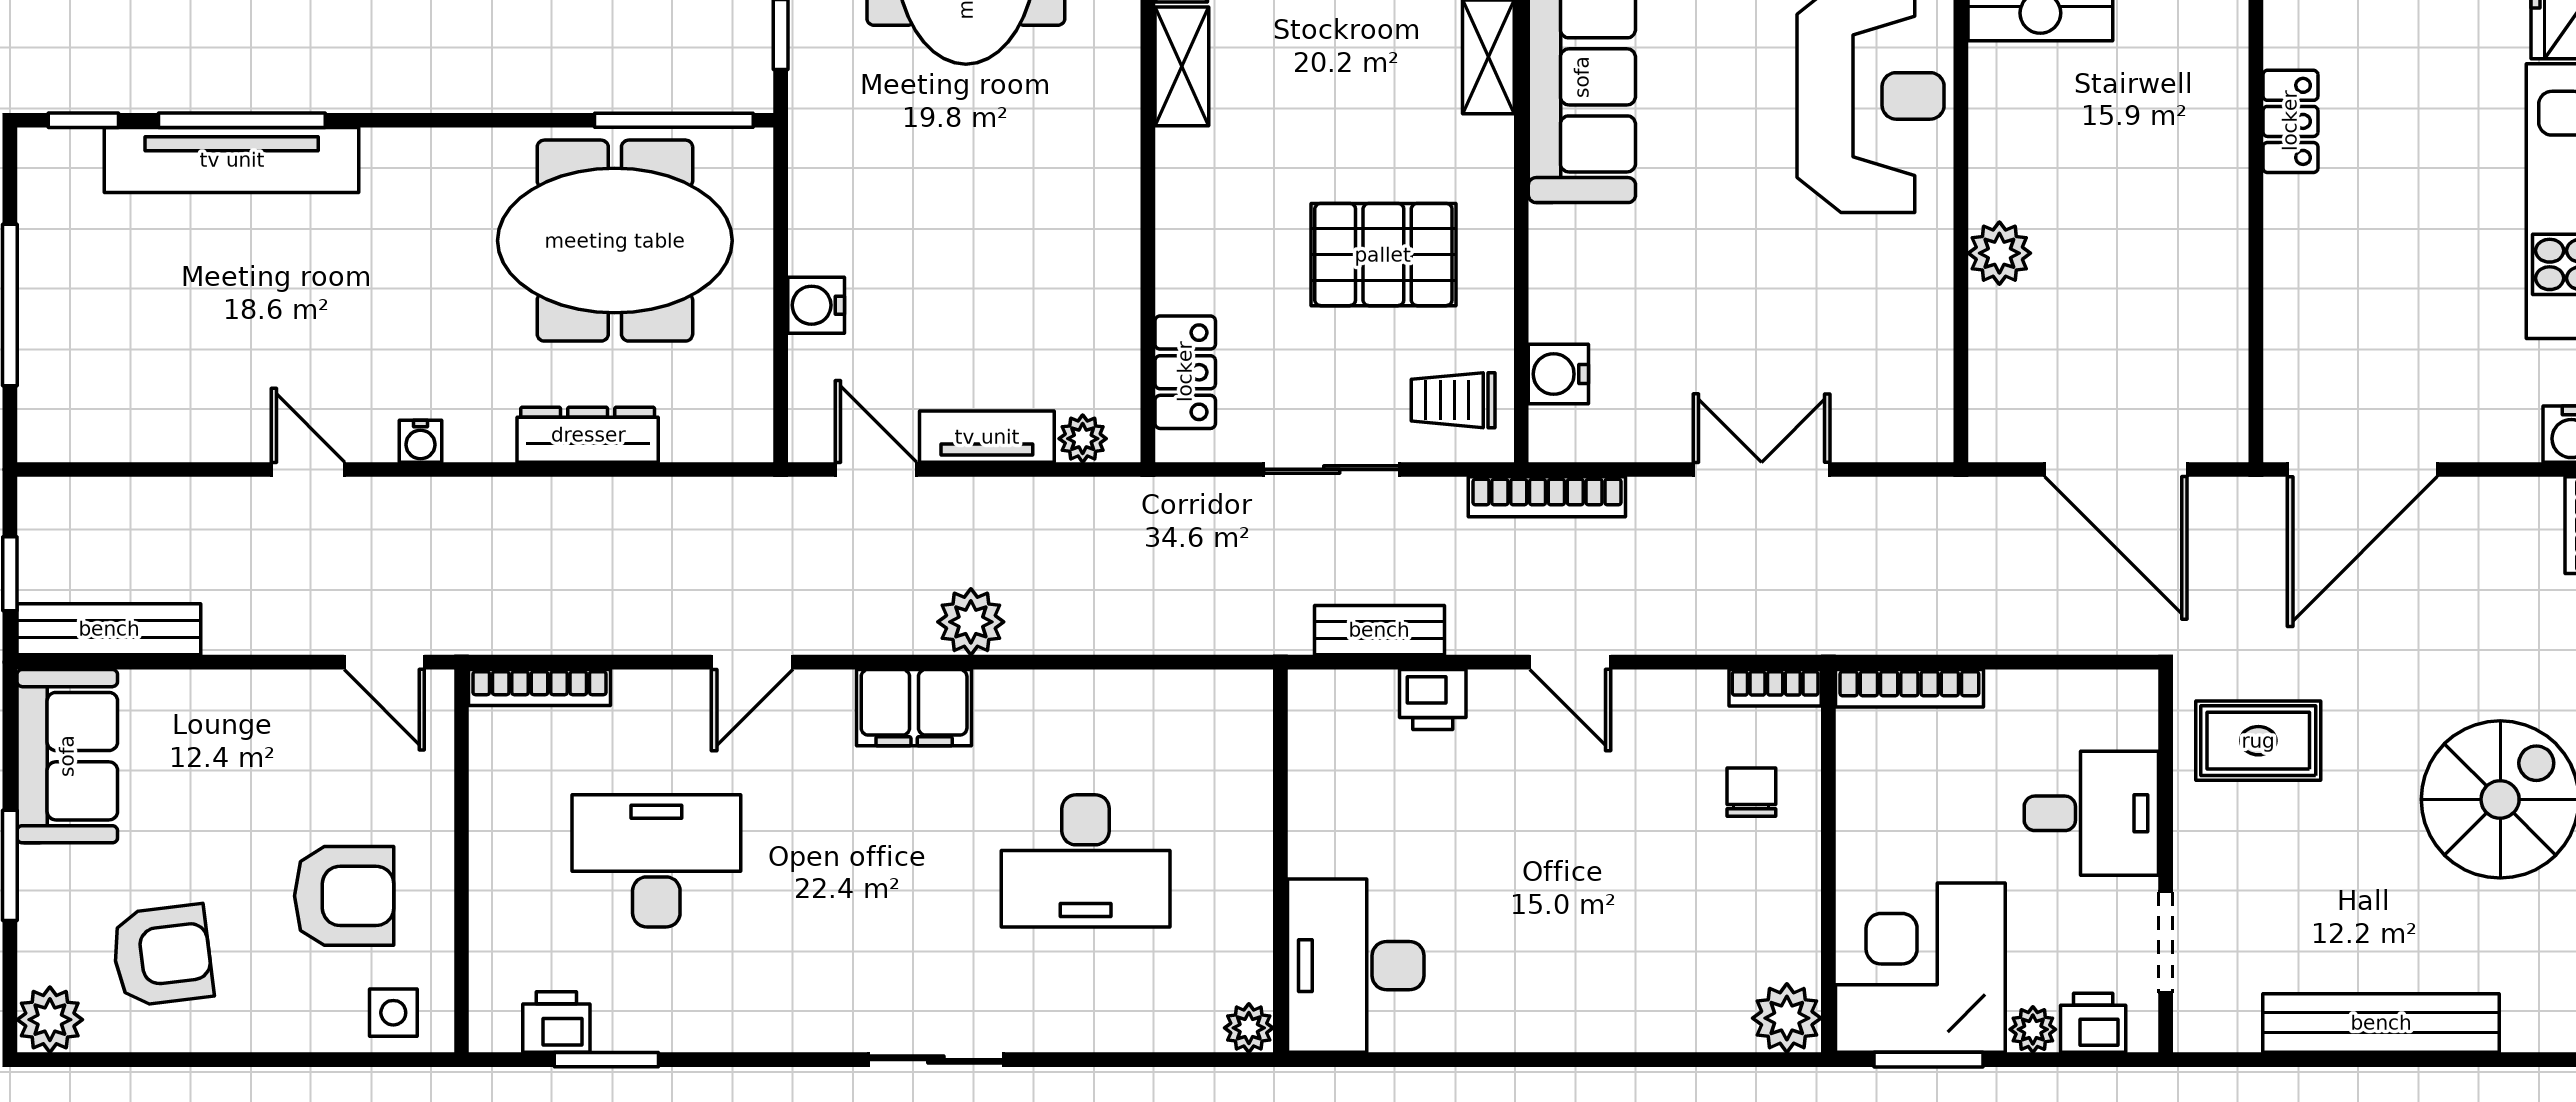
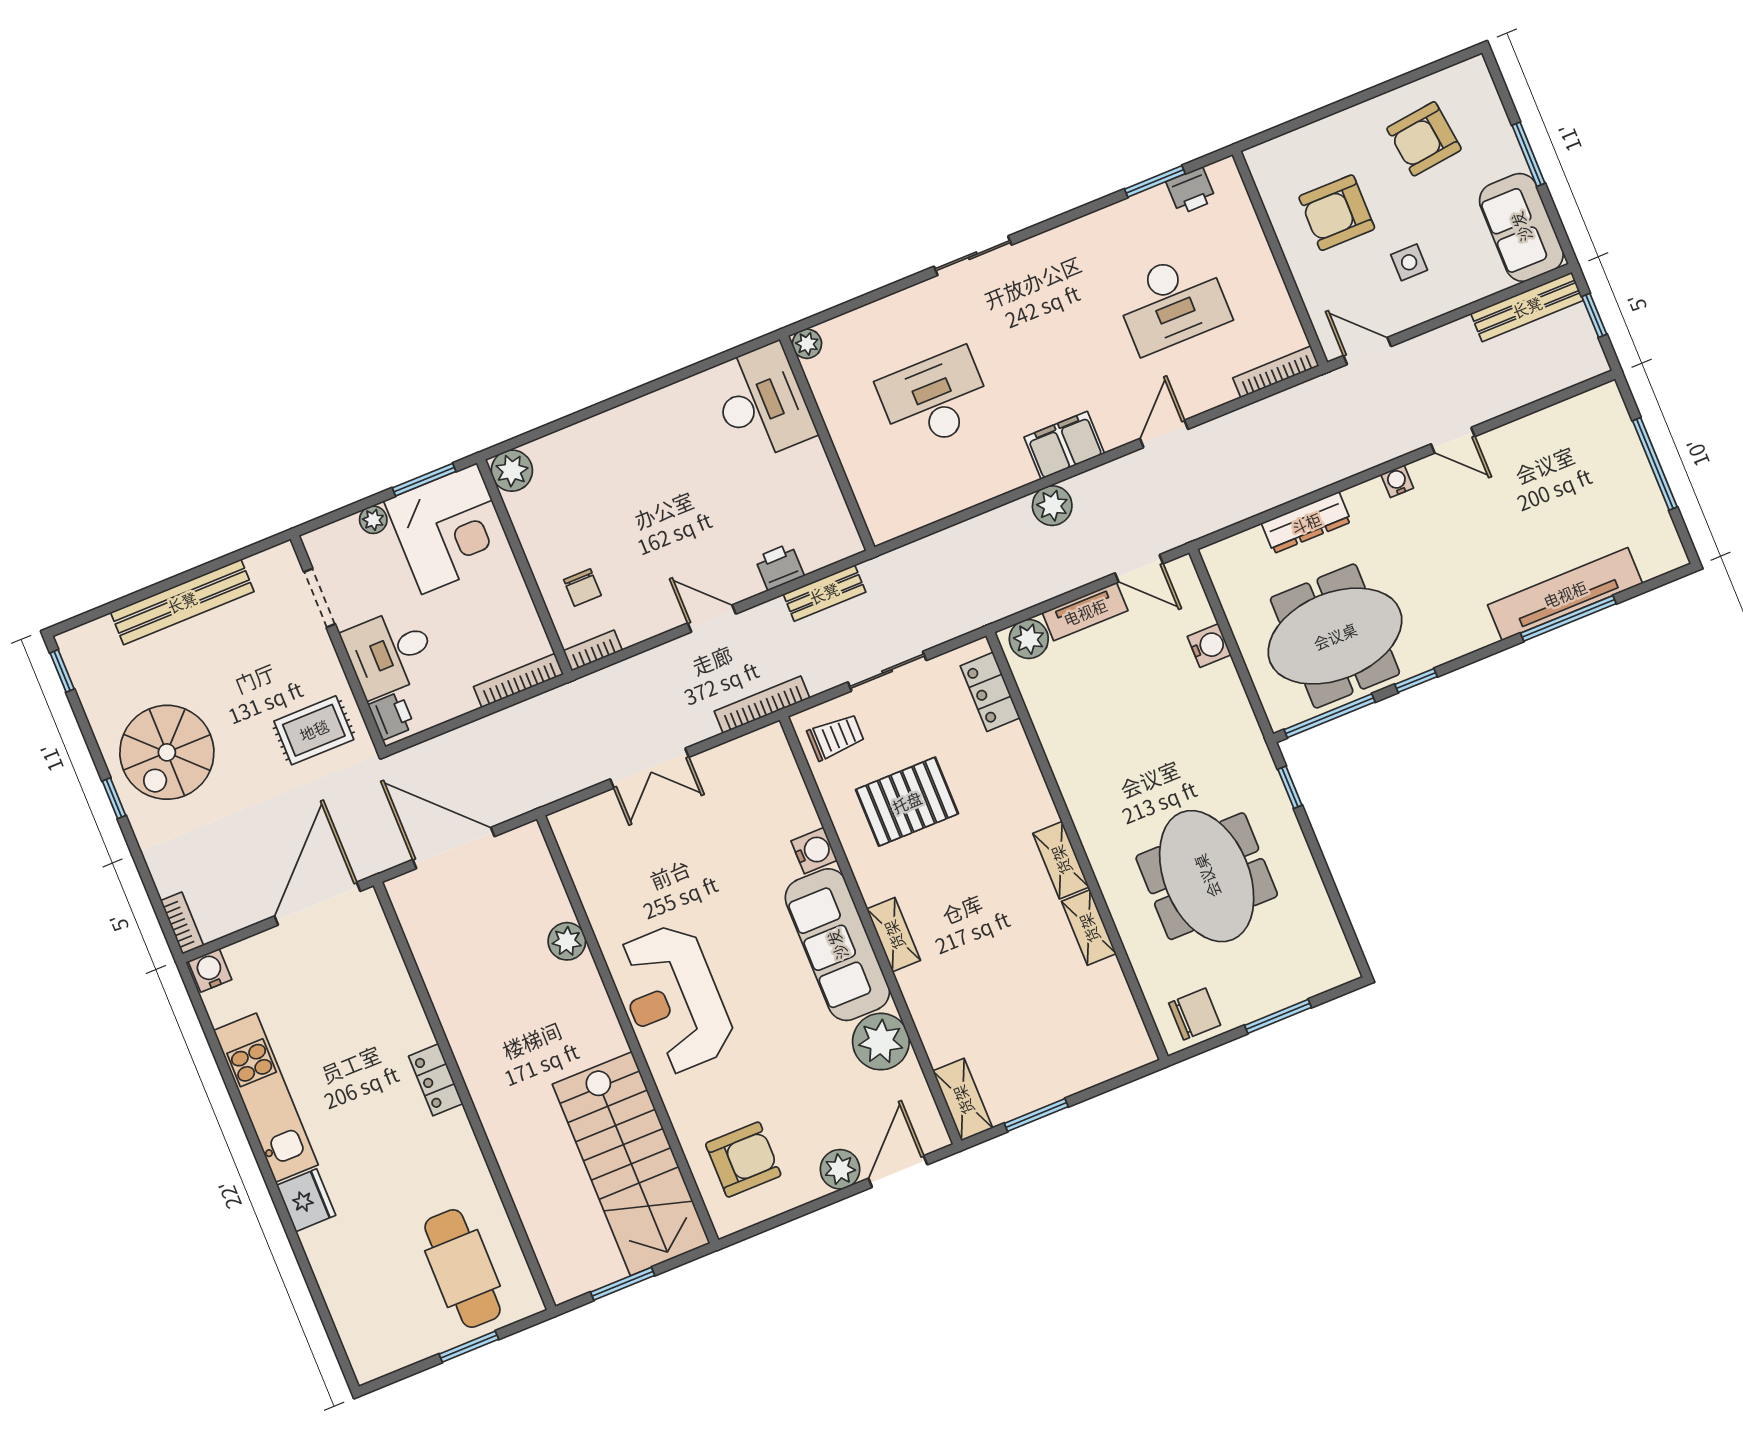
window: (83, 120) -> (1416, 680), moved
water cooler: (1558, 374) -> (814, 851), moved
plant: (1083, 439) -> (1029, 639), width x1.38, depth x1.38
side table: (393, 1013) -> (1409, 262), moved
plant: (50, 1020) -> (1472, 78), removed
printer: (2093, 1023) -> (391, 716), moved, turned -90

